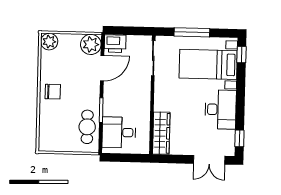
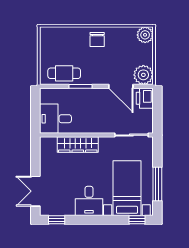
window: (192, 32) -> (157, 184), moved
desk: (221, 109) -> (89, 201), width x0.73
desk: (119, 132) -> (55, 119), moved, turned -90
wardrobe: (161, 133) -> (78, 145), moved

